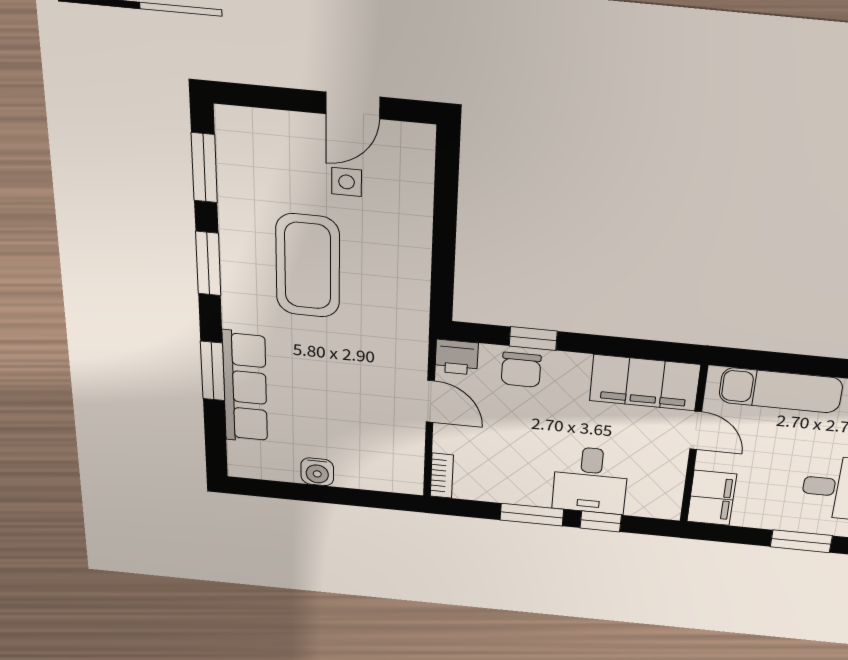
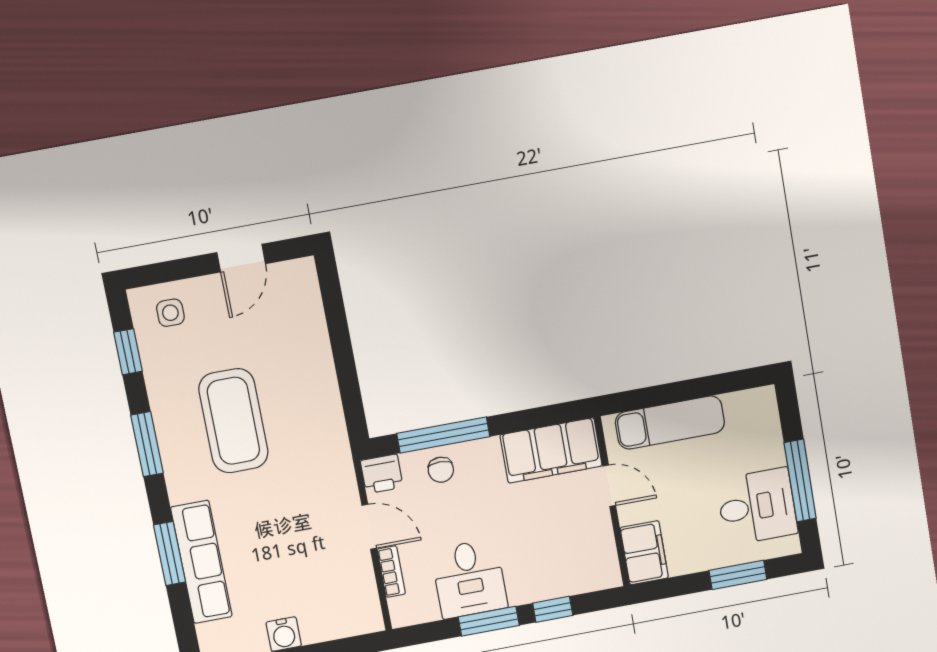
window: (204, 168) -> (128, 352), width x0.67
side table: (347, 182) -> (170, 313), moved
window: (533, 339) -> (443, 435), width x2.17
chair: (521, 370) -> (441, 470), width x0.73, depth x0.73
bookcase: (442, 476) -> (391, 572), moved
desk: (590, 480) -> (469, 579), moved

